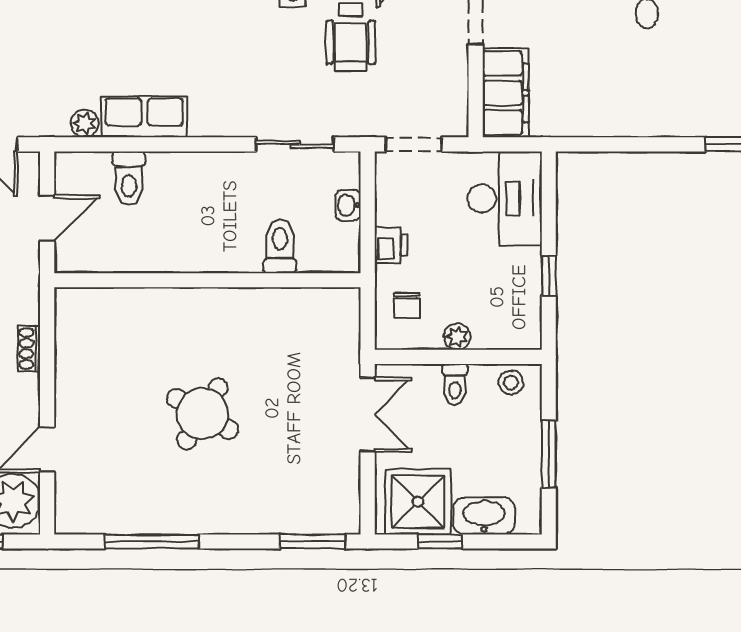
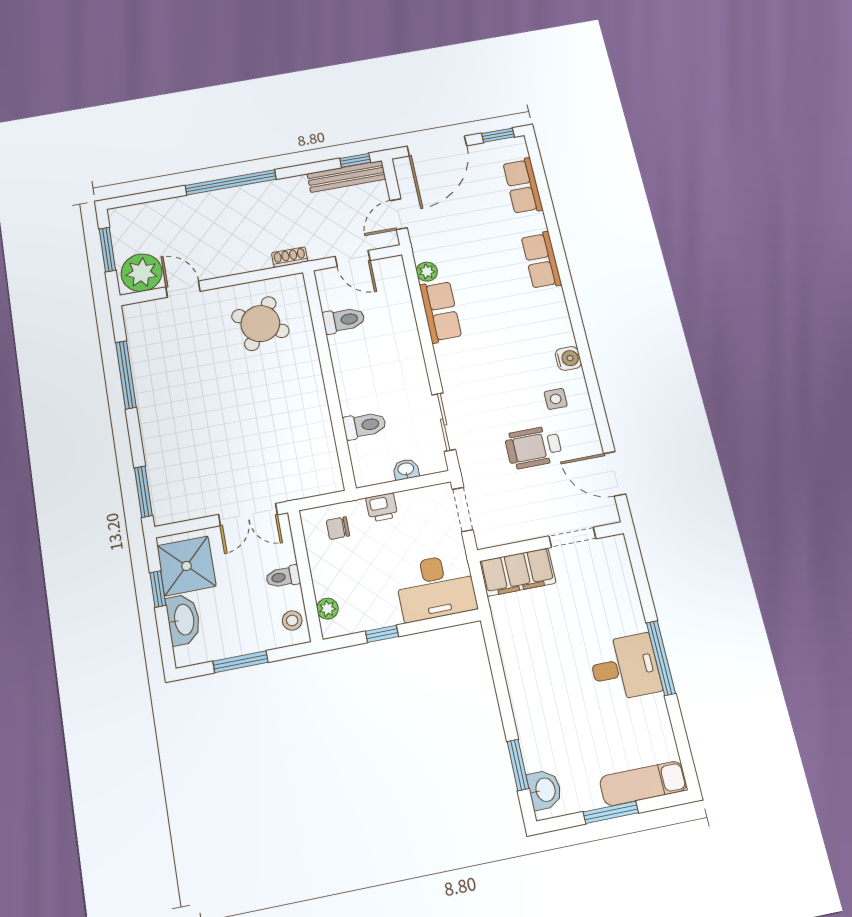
toilet: (129, 178) -> (344, 320), moved, turned 180
plant: (457, 337) -> (327, 609), moved
shoe rack: (29, 348) -> (290, 257), moved
round table: (202, 414) -> (260, 324), moved

